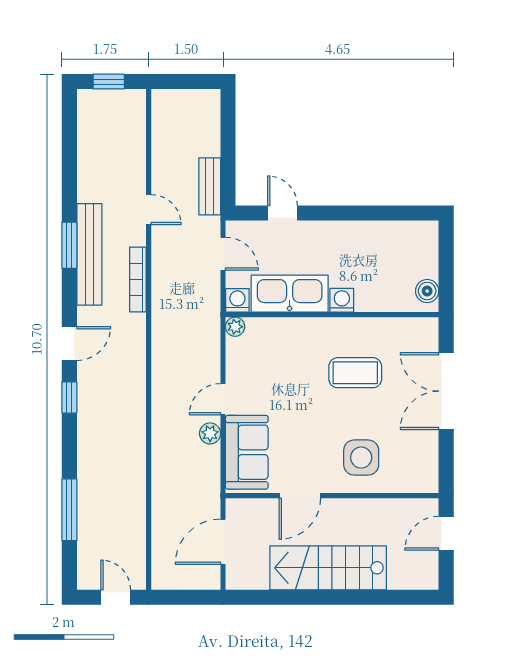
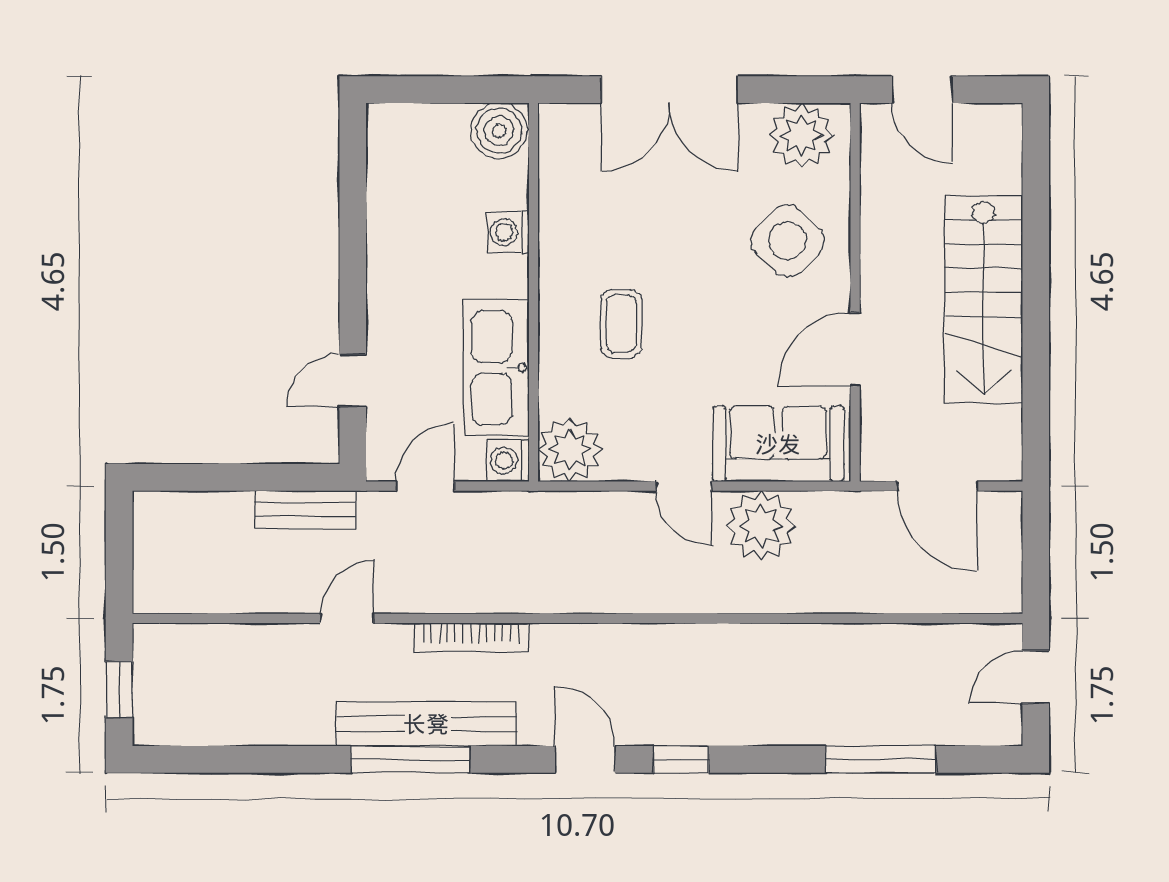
window: (69, 245) -> (410, 759), width x1.44
boiler: (427, 291) -> (499, 131), width x1.36, depth x1.36
washing machine: (342, 300) -> (508, 232), moved
plant: (235, 327) -> (570, 450), width x1.87, depth x1.87
coffee table: (355, 373) -> (621, 324), moved, width x0.73, depth x0.77
plant: (210, 433) -> (761, 526), width x1.87, depth x1.87
side table: (361, 458) -> (787, 241), turned 45
plant: (420, 465) -> (802, 135), added
door: (300, 496) -> (855, 350), swing flipped

